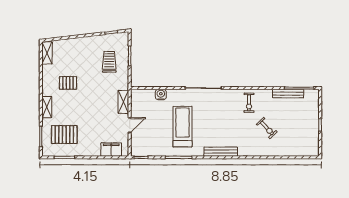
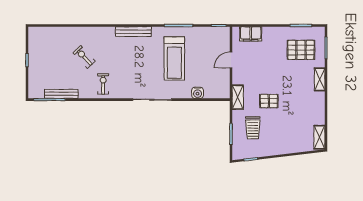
pallet: (68, 83) -> (269, 101), moved
shelving: (123, 102) -> (238, 97), moved

